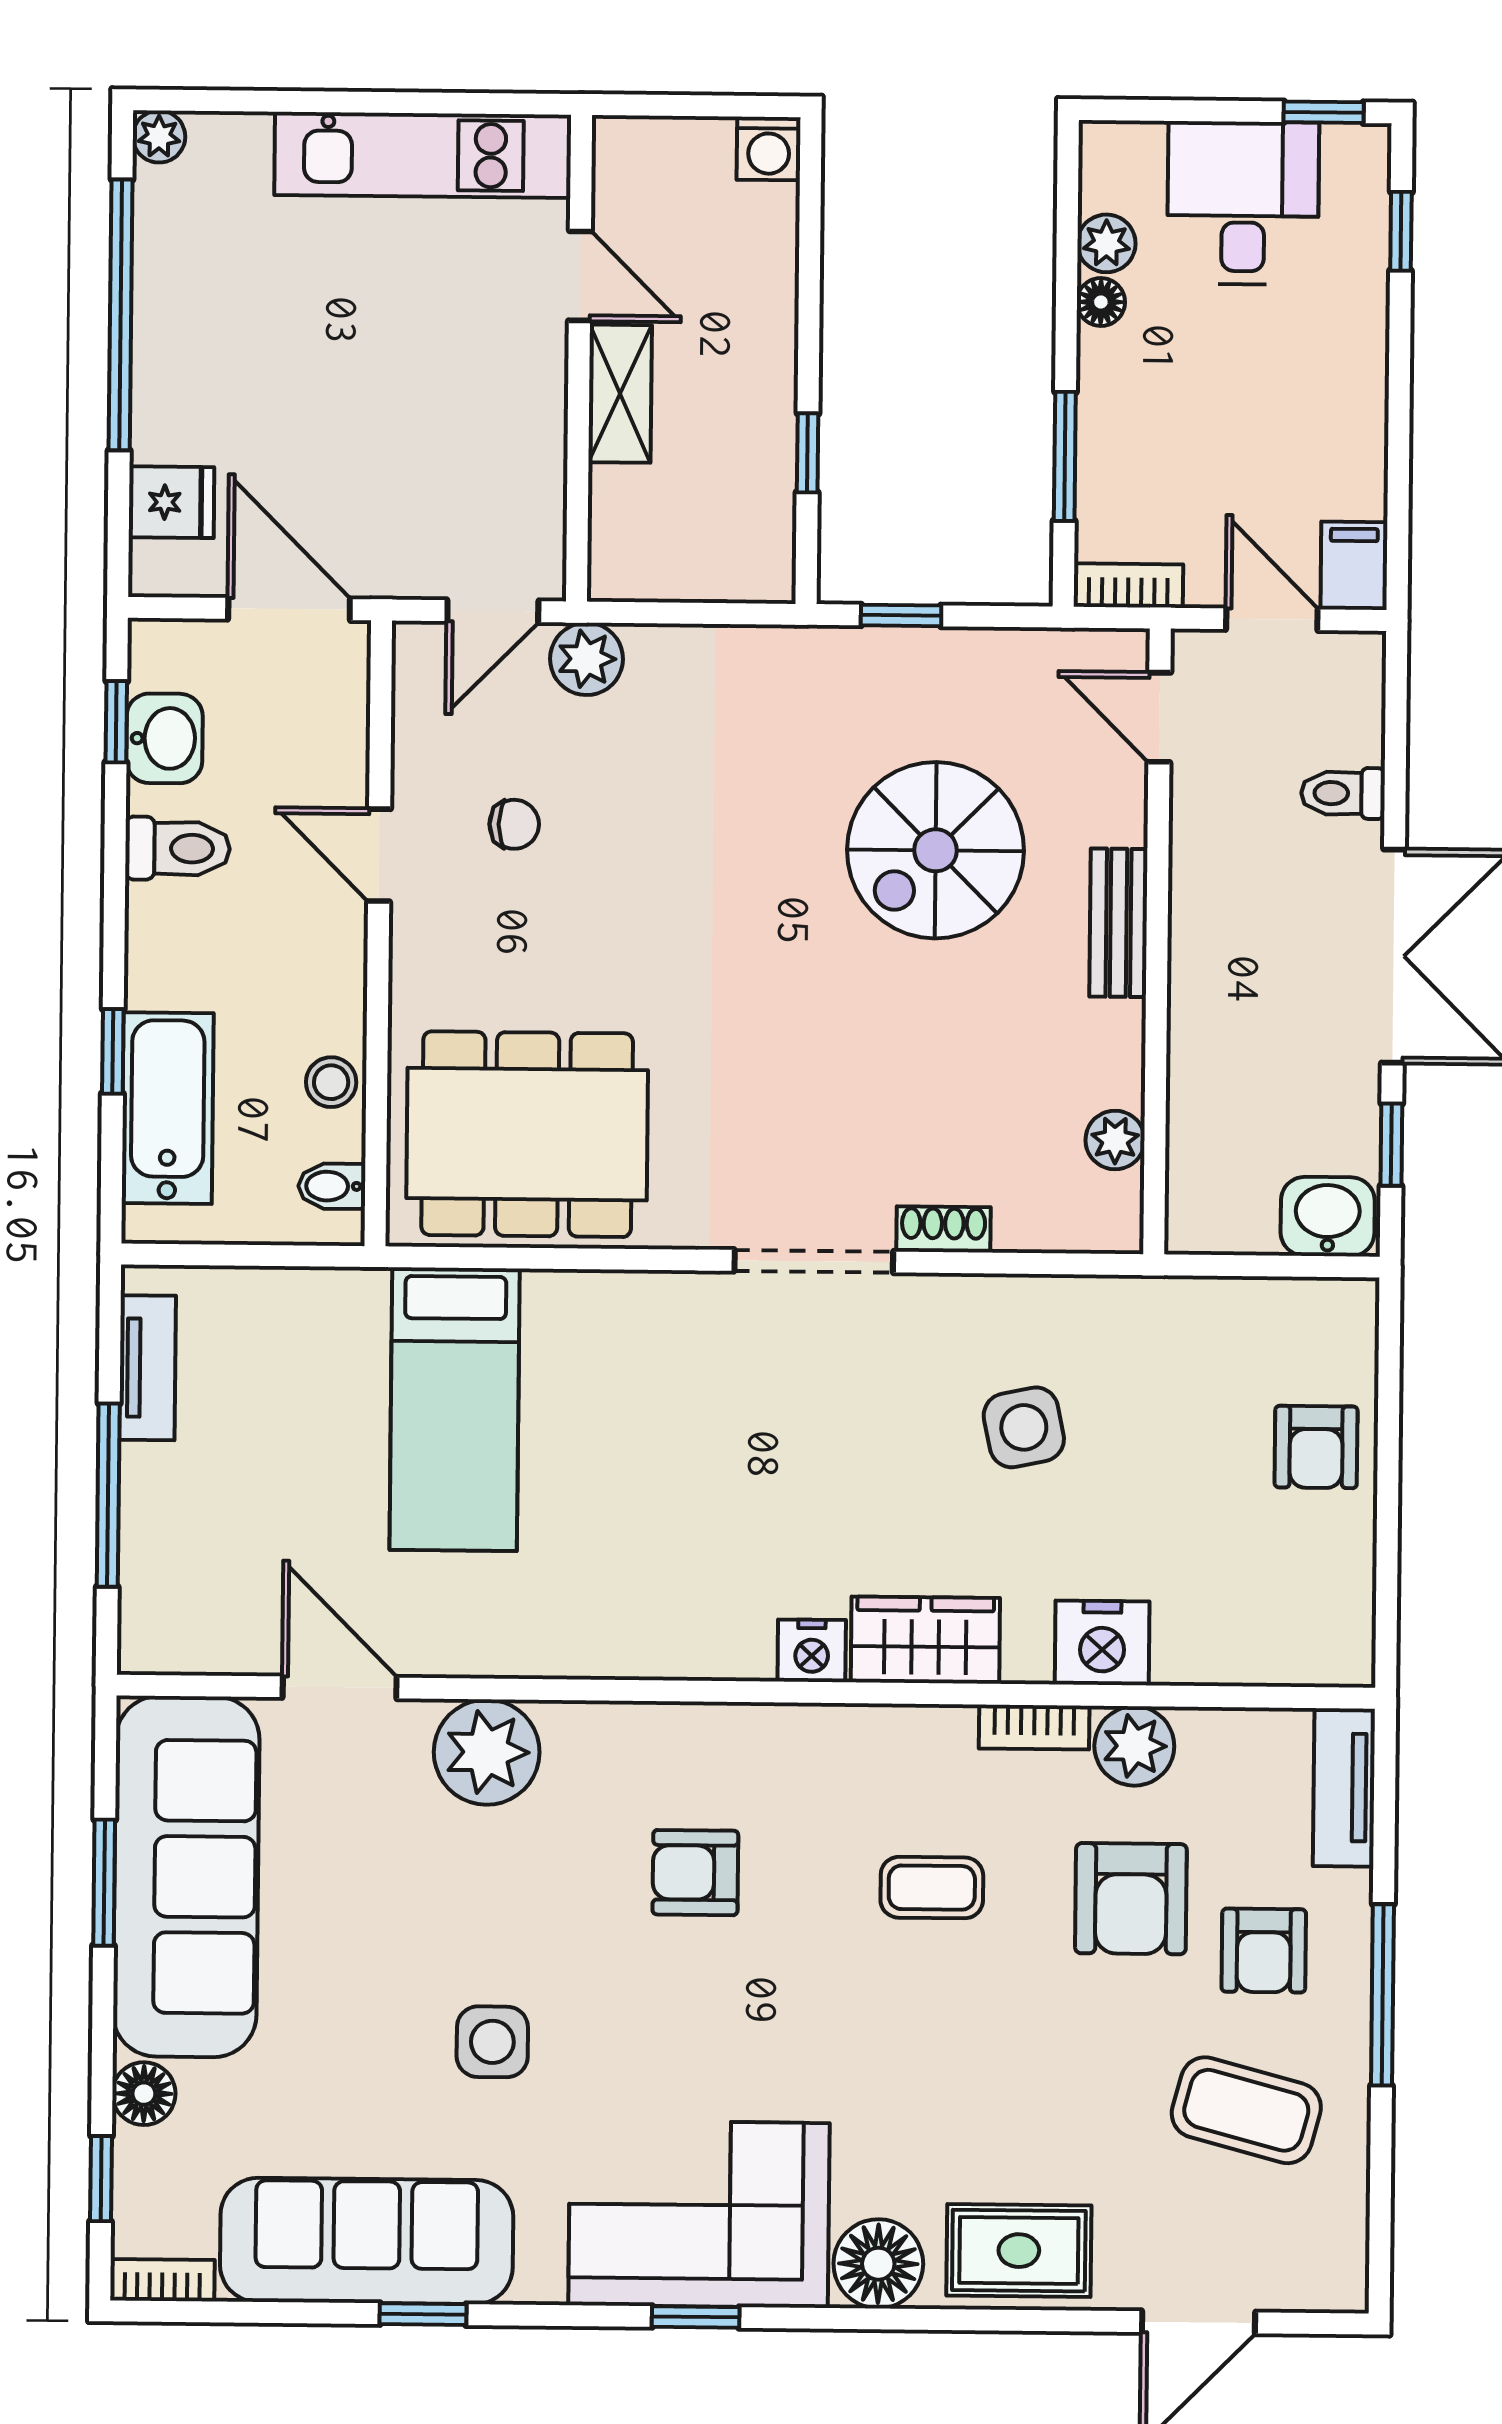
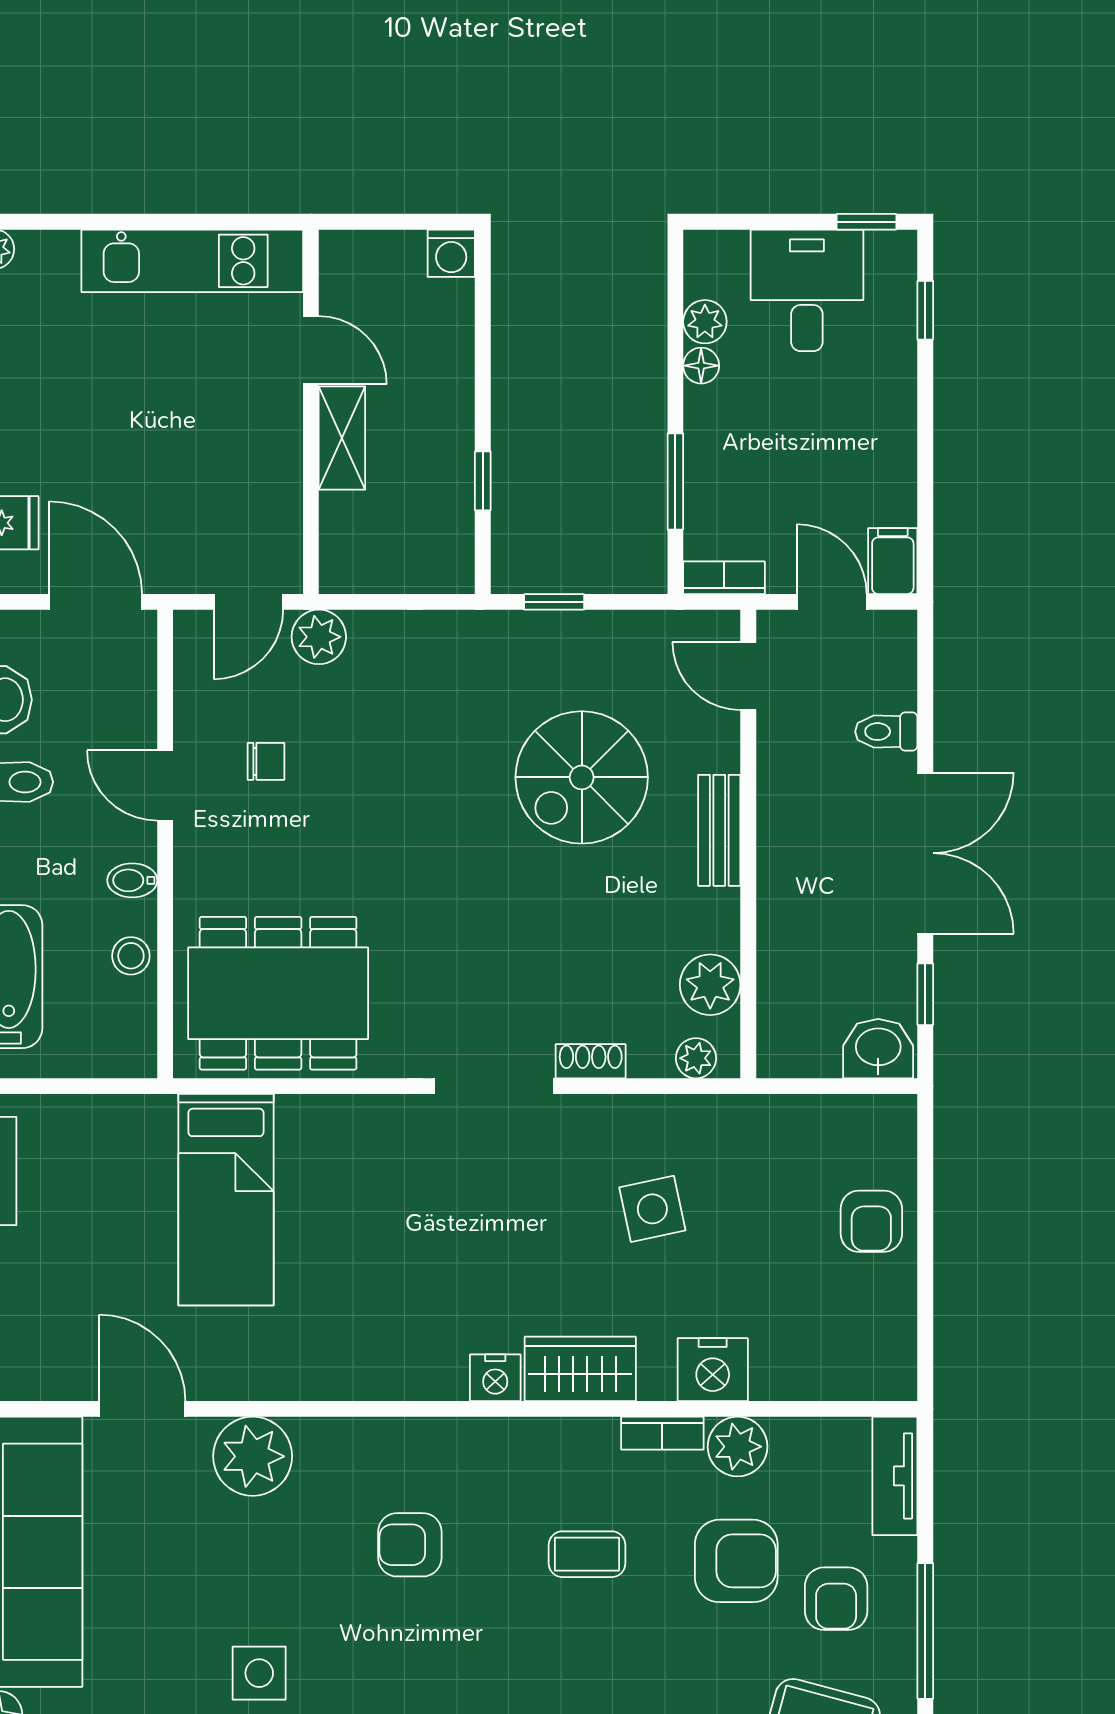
plant: (1115, 1140) -> (710, 985), width x1.38, depth x1.38
bidet: (332, 1186) -> (132, 880), moved
plant: (1084, 1227) -> (696, 1058), added
armchair: (1131, 1899) -> (736, 1561), turned -90

